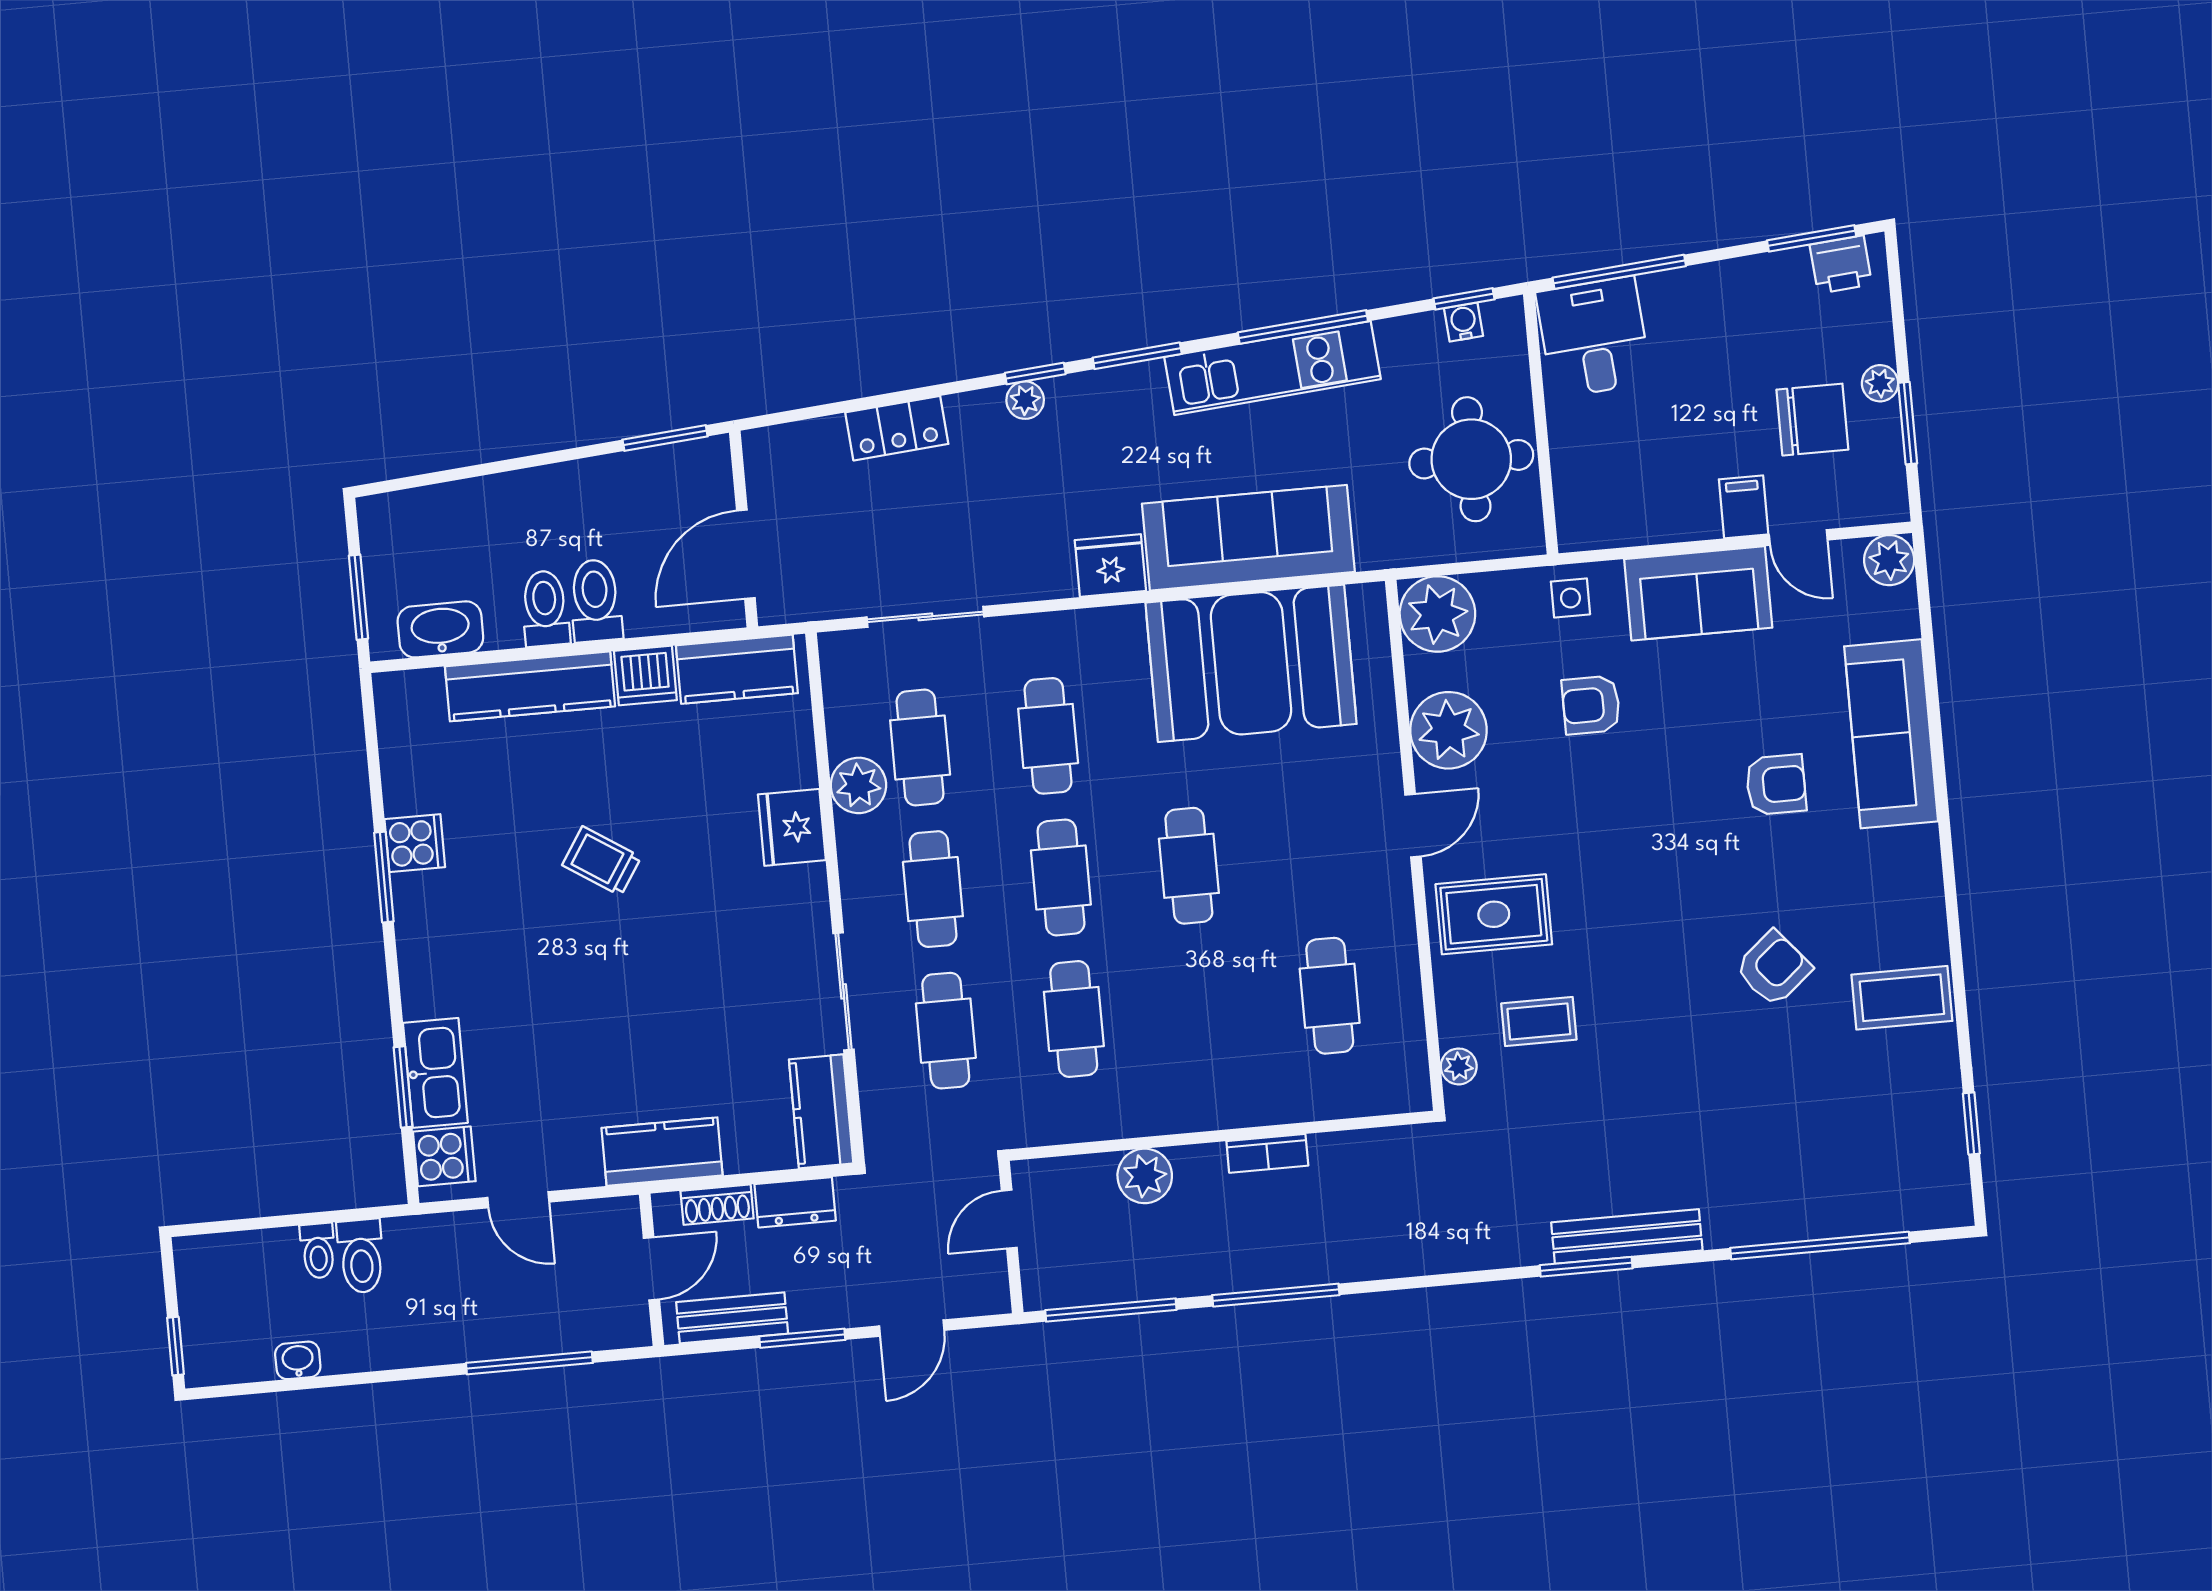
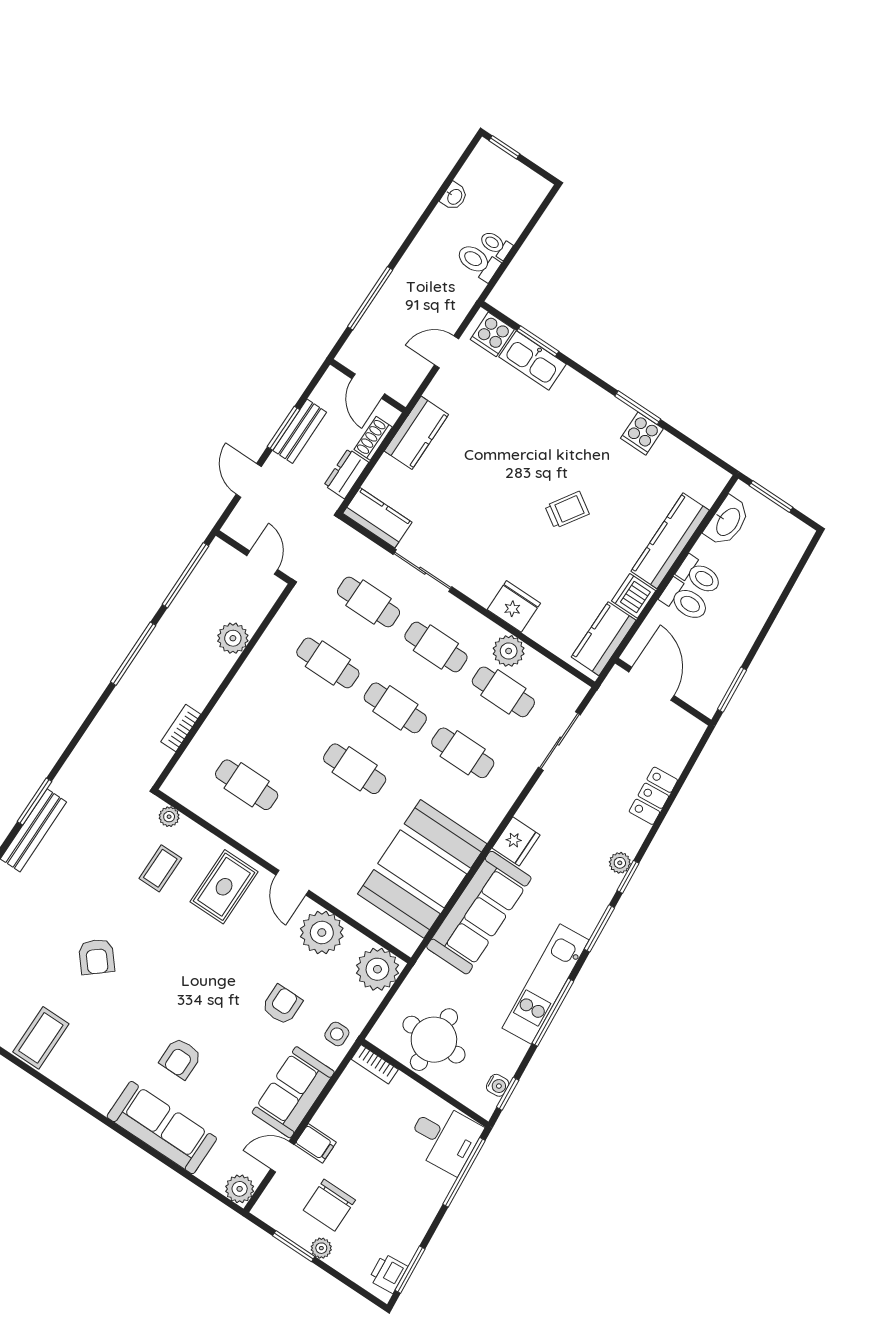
bookcase: (1570, 513) -> (375, 1064), added
armchair: (1773, 968) -> (97, 957), moved
bookcase: (1267, 1153) -> (181, 728), moved
bench: (732, 1318) -> (300, 431), moved

